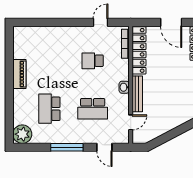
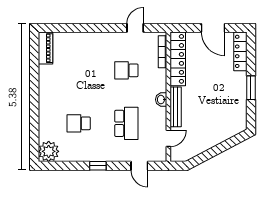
piano: (19, 74) -> (45, 48), moved
school desk: (49, 109) -> (79, 123), width x0.54
school desk: (93, 109) -> (126, 123), turned -90
window: (67, 147) -> (98, 166), width x0.46

